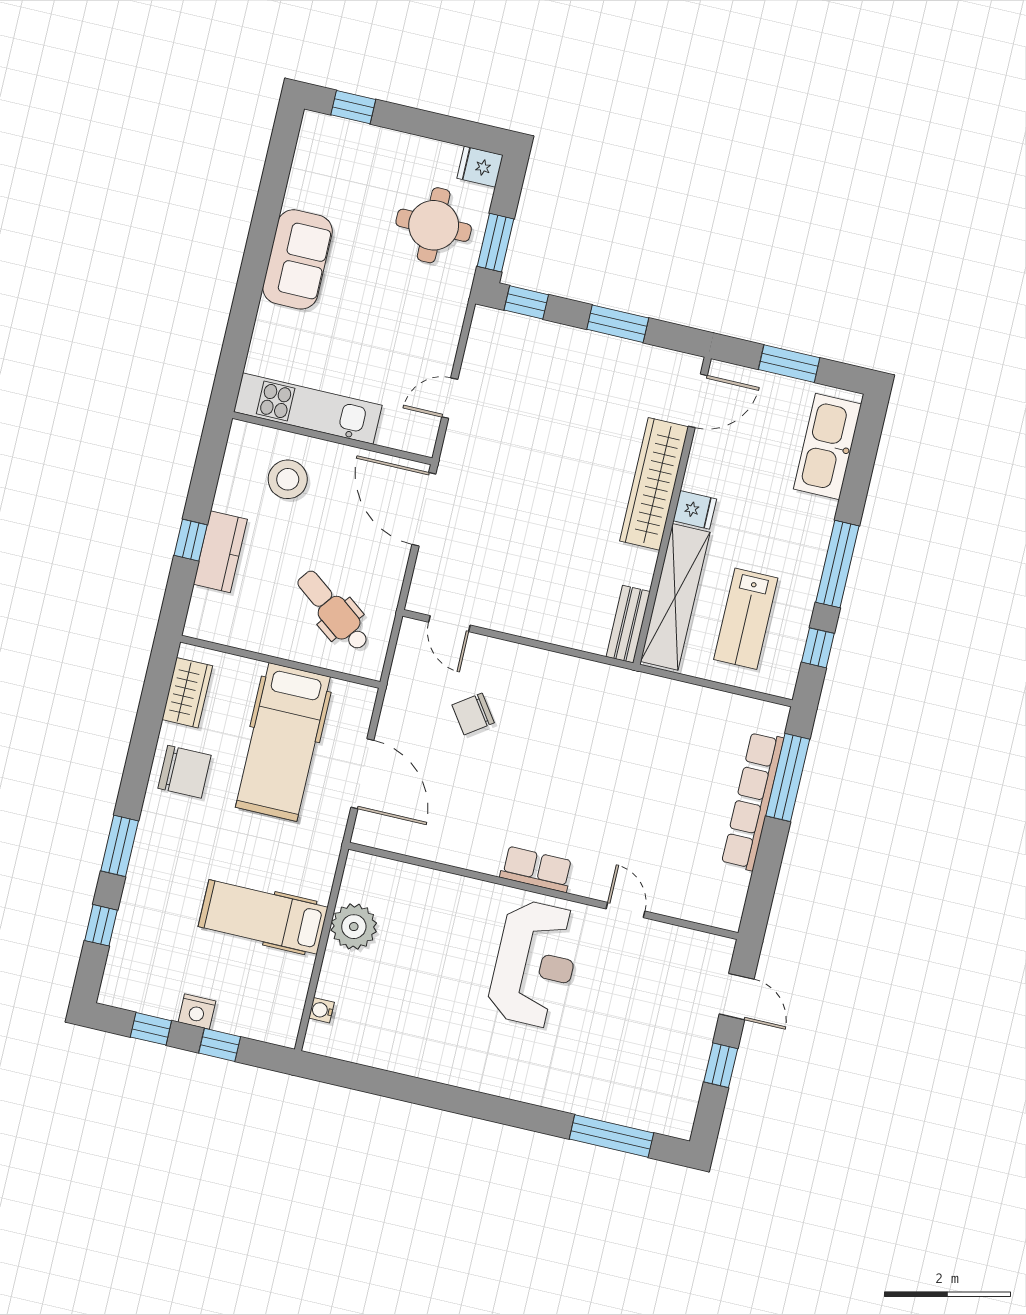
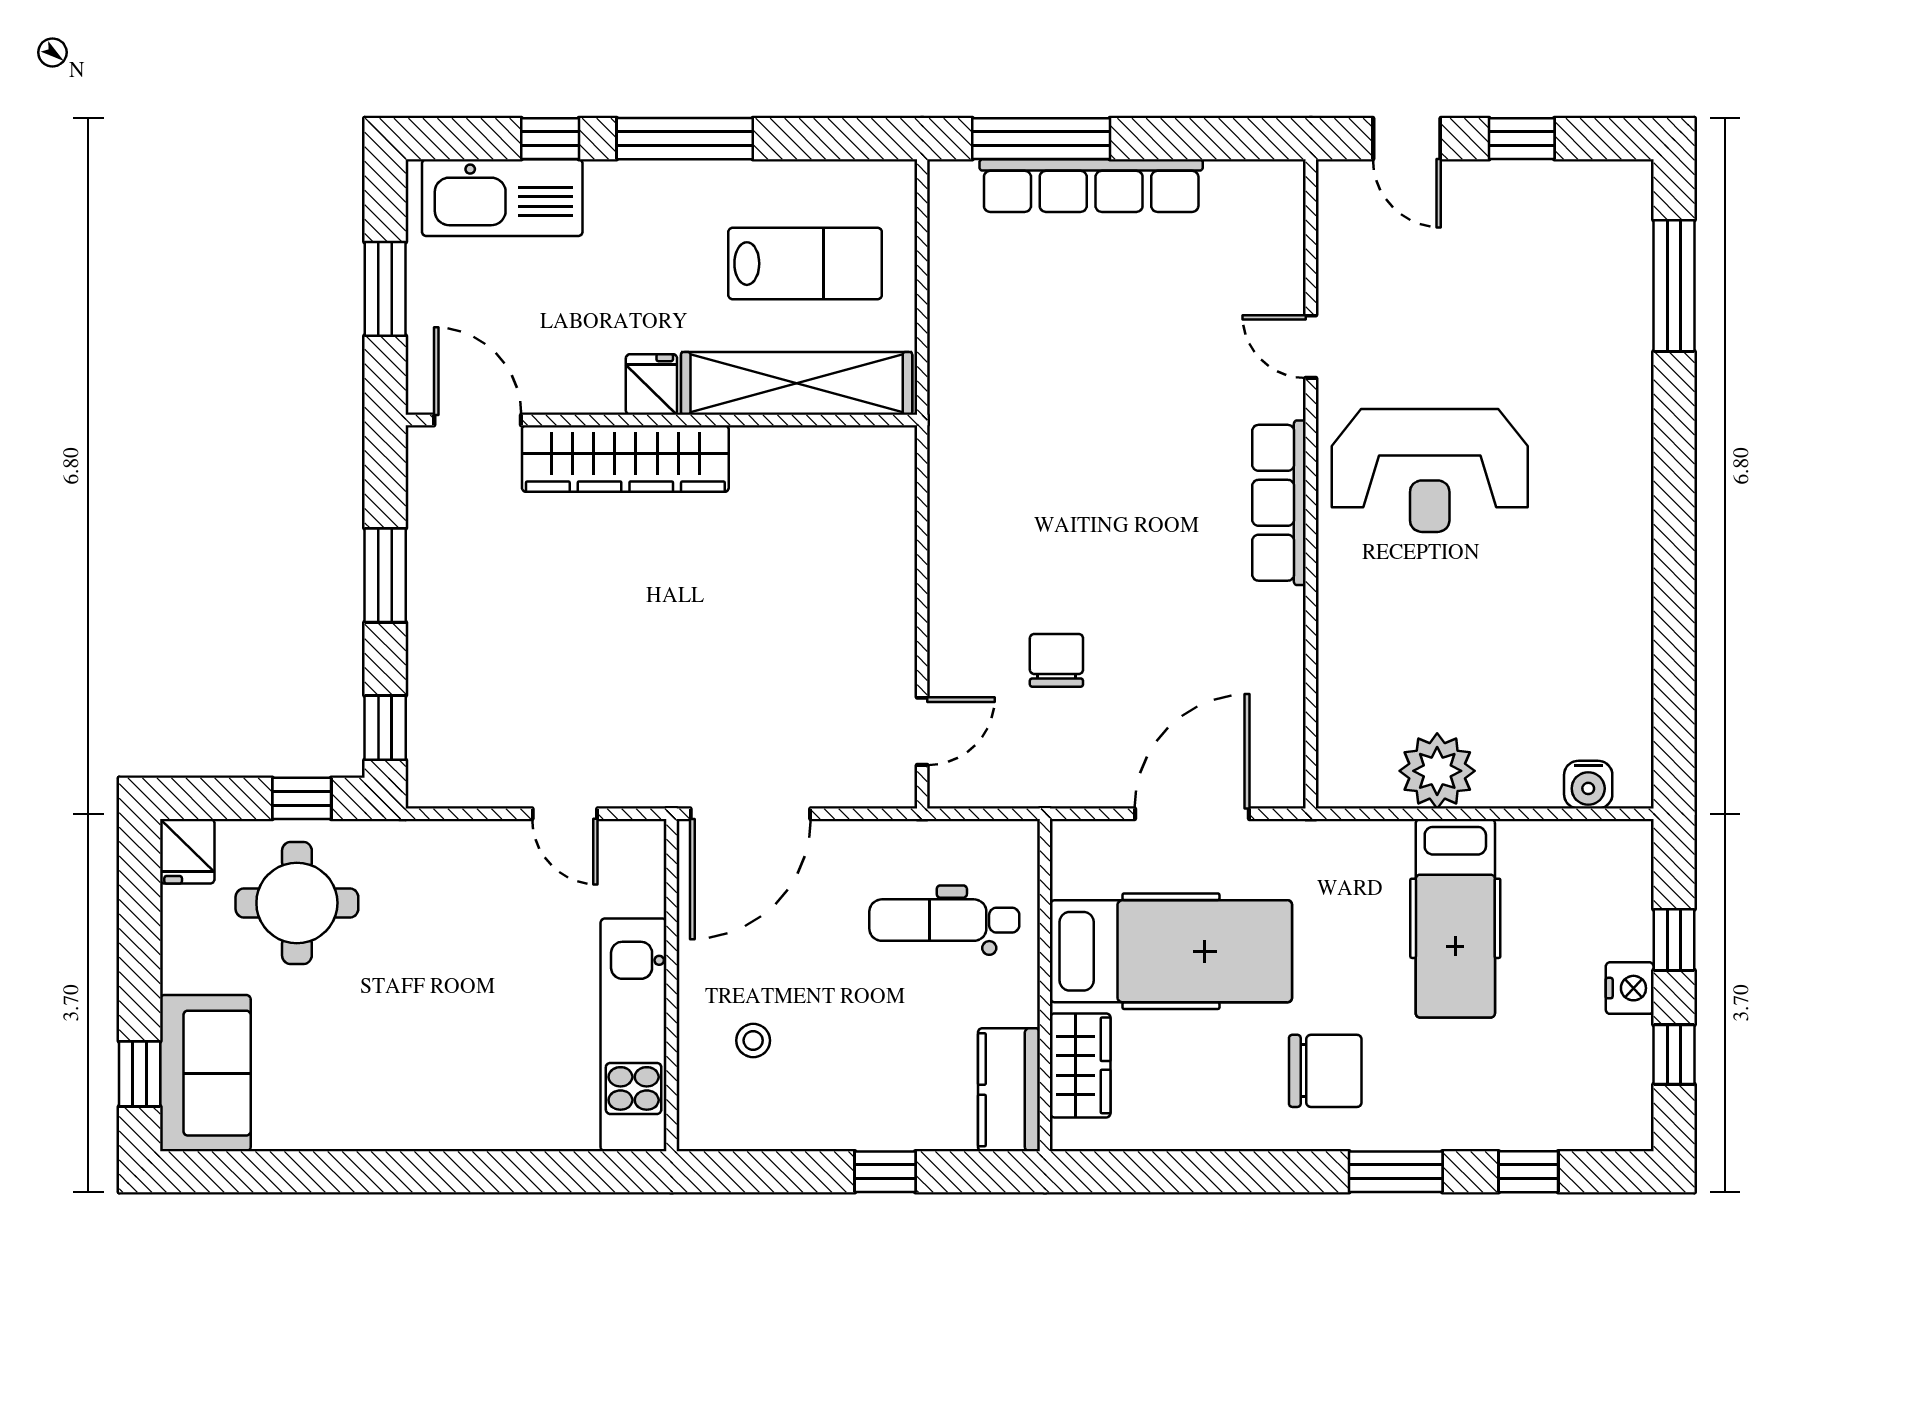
window: (496, 243) -> (302, 798), width x0.67
sofa: (297, 259) -> (205, 1073), moved, turned 90
stool: (288, 479) -> (753, 1040), width x0.53, depth x0.53
kitchen counter: (220, 552) -> (1009, 1090), moved, turned -90
dental chair: (333, 611) -> (944, 920), turned 53
bench: (628, 624) -> (857, 448), removed
window: (818, 648) -> (550, 139), moved
wardrobe: (187, 693) -> (1080, 1065), moved, turned 90
chair: (473, 714) -> (1056, 660), turned -145
chair: (185, 772) -> (1325, 1071), moved, turned 90
row of seats: (536, 869) -> (1279, 503), width x1.48
door: (626, 910) -> (1311, 347), hinge flipped
reception desk: (535, 964) -> (1430, 470), turned 180
door: (737, 997) -> (1407, 139), swing flipped
water cooler: (321, 1010) -> (1588, 785), width x1.38, depth x1.38

